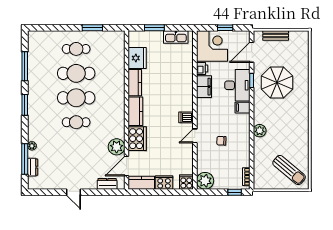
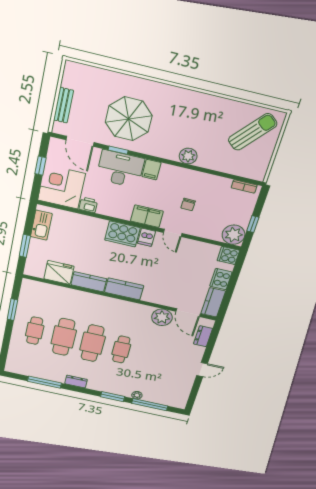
filing cabinet: (204, 87) -> (147, 216), moved
window: (25, 105) -> (113, 397), moved
cooker: (137, 139) -> (122, 234), moved, turned 180
dresser: (33, 167) -> (76, 382), moved
window: (235, 192) -> (253, 224), moved

